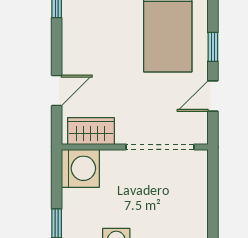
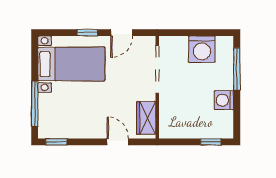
door: (213, 96) -> (122, 33), hinge flipped
washing machine: (80, 168) -> (202, 49), moved, turned 180

